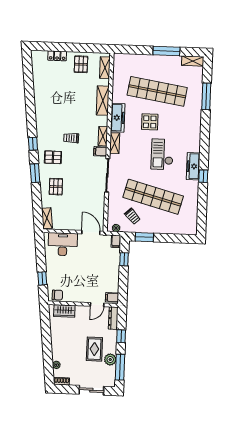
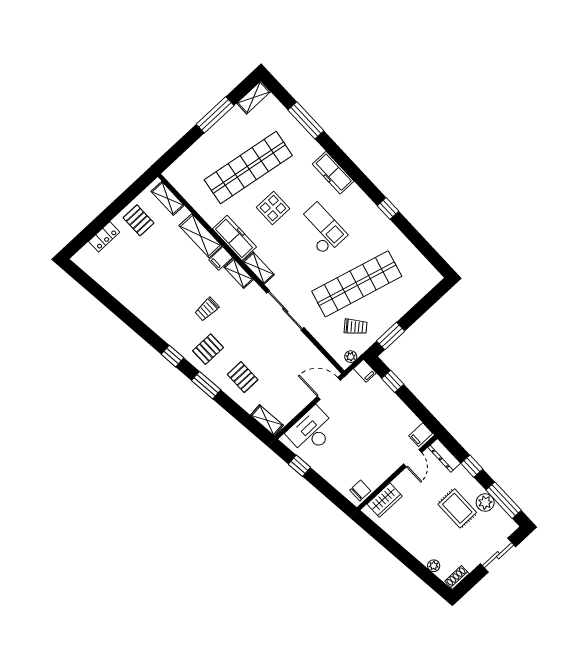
filing cabinet: (100, 151) -> (221, 259), moved
checkout: (162, 154) -> (321, 229), turned 180
freezer: (193, 166) -> (333, 173), moved
window: (42, 278) -> (299, 466), moved

